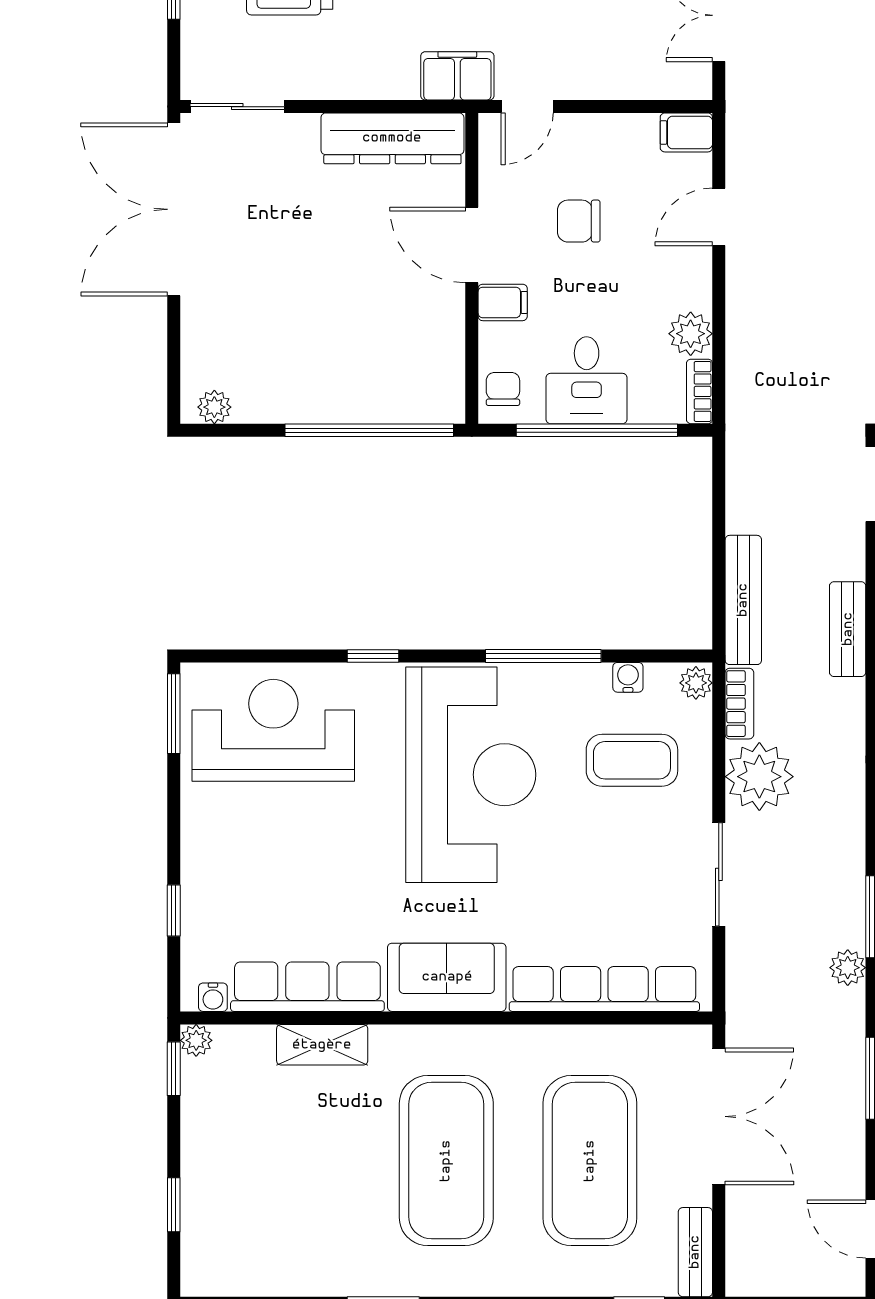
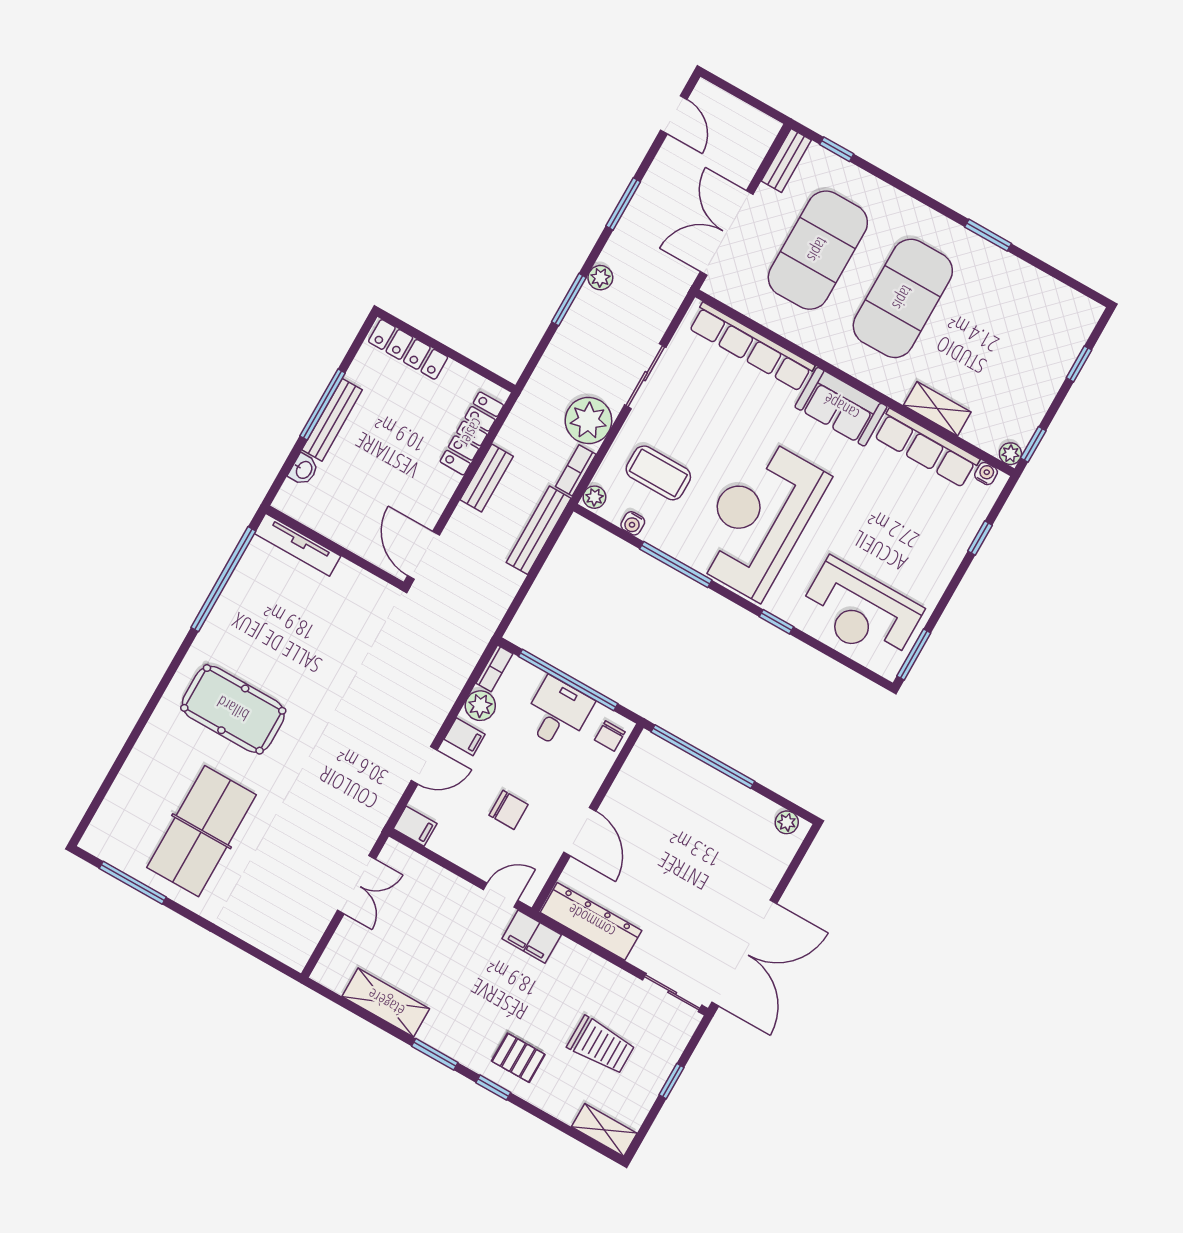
filing cabinet: (503, 302) -> (465, 737), moved, turned 180

